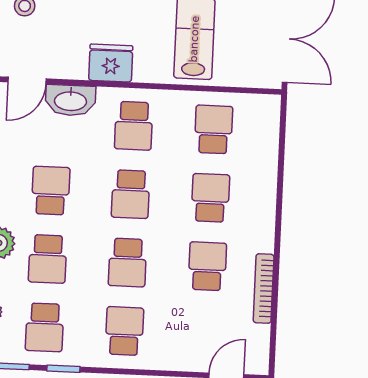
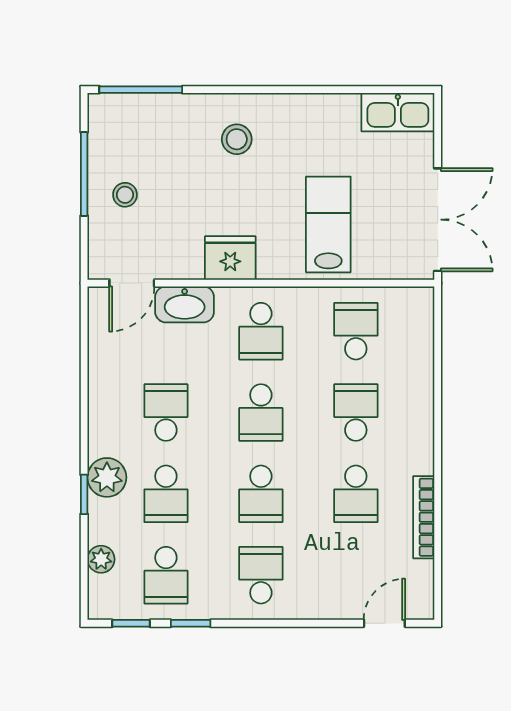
school desk: (207, 266) -> (356, 494), turned 180

